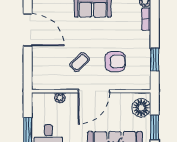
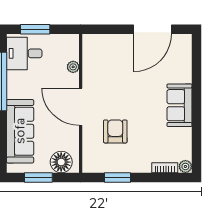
coffee table: (80, 62) -> (115, 90), removed
armchair: (115, 62) -> (115, 131), turned 180

